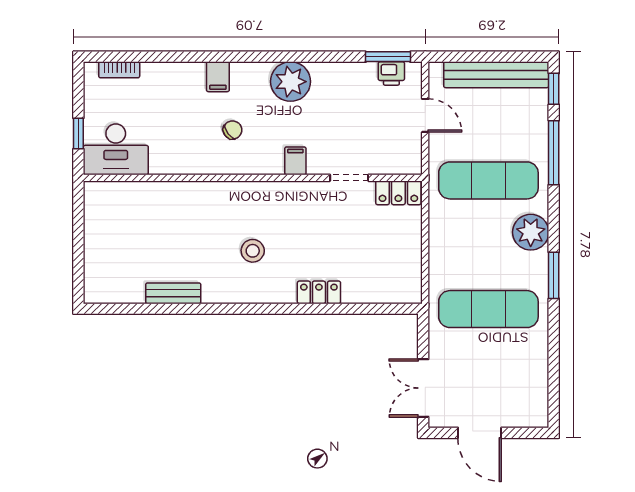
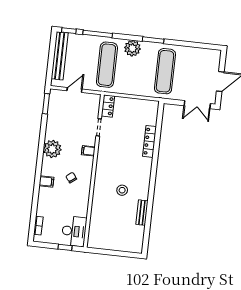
printer: (391, 73) -> (54, 103), removed
stool: (253, 251) -> (122, 190), moved
locker: (319, 292) -> (149, 141), width x1.53

